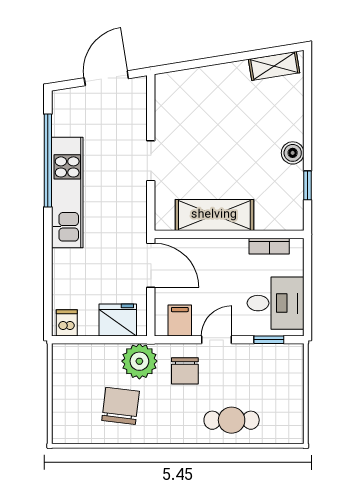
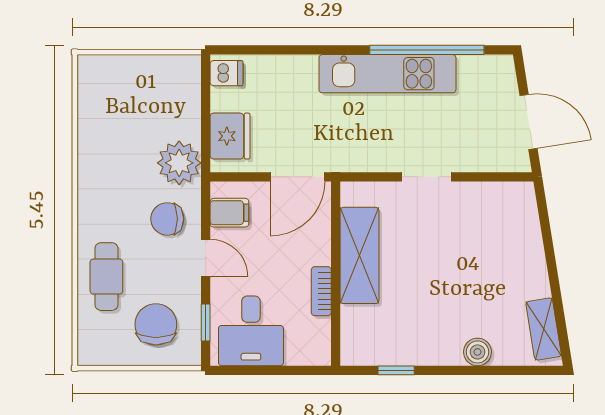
boiler: (293, 153) -> (477, 352), moved
bookcase: (269, 246) -> (321, 291), moved
chair: (121, 406) -> (156, 324), moved, turned -97

